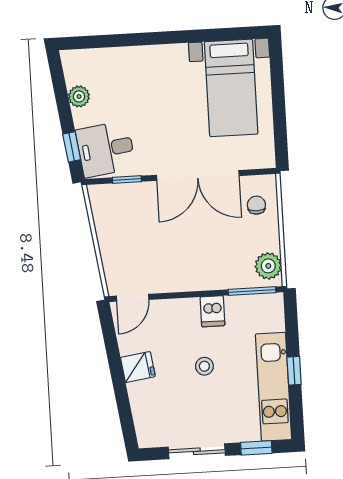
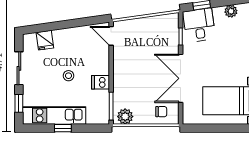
fridge: (138, 367) -> (45, 40), moved

